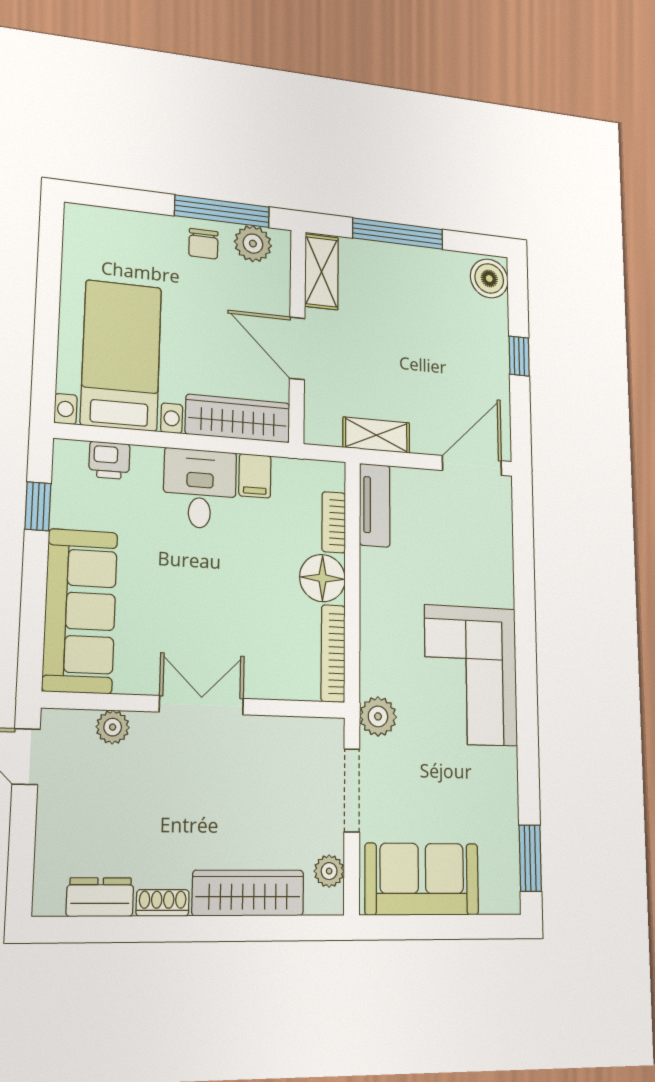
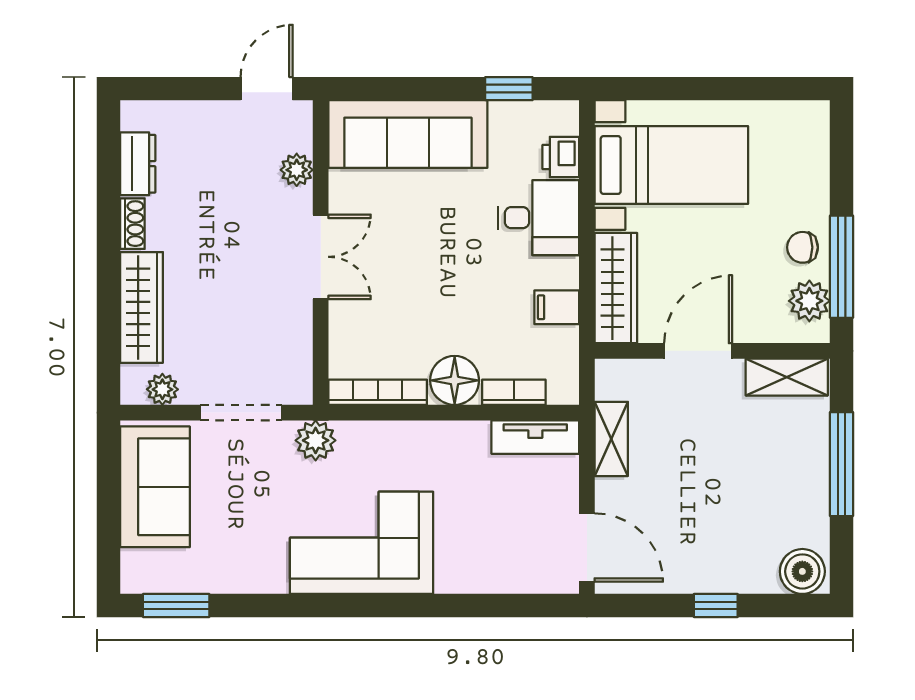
desk: (200, 489) -> (539, 218), moved

